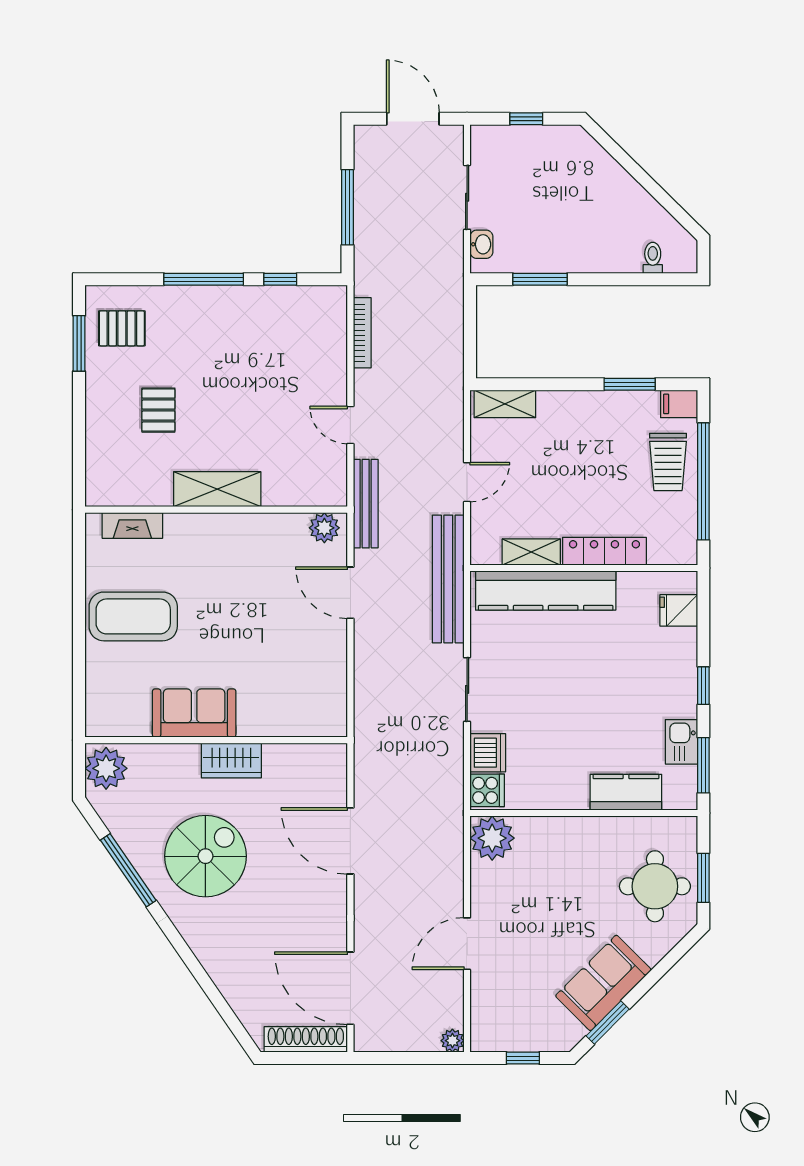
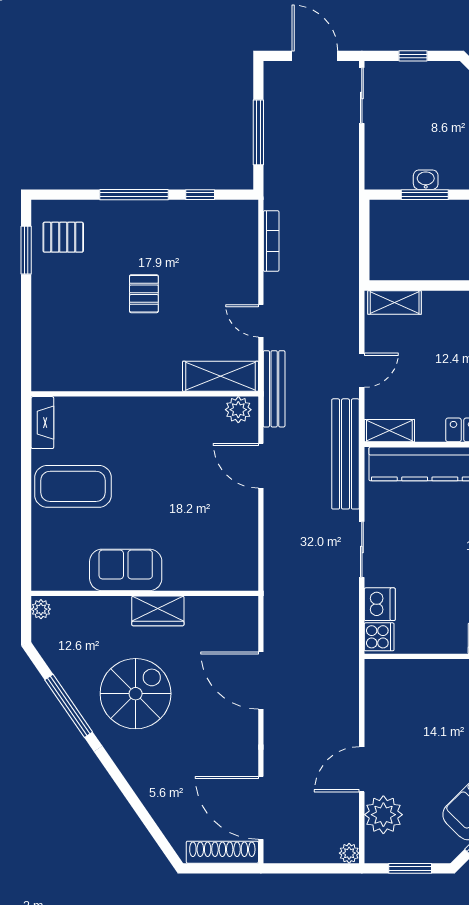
sliding door: (467, 197) -> (362, 95), moved
washbasin: (481, 244) -> (426, 180), moved, turned -90
pallet: (158, 410) -> (144, 294), moved
shelving: (217, 489) -> (220, 376), moved
fireplace: (132, 525) -> (42, 423), moved, turned -90
shelving: (531, 552) -> (389, 431), moved
plant: (106, 768) -> (41, 609), width x0.53, depth x0.53
plant: (492, 838) -> (383, 815), moved
window: (523, 1058) -> (410, 868), width x1.50

